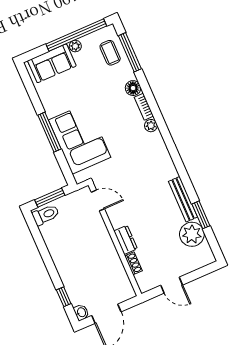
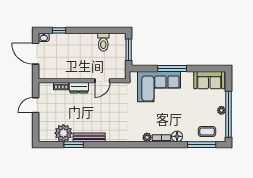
sofa: (52, 63) -> (209, 80), moved, turned -90
door: (98, 200) -> (102, 81), moved
toilet: (46, 215) -> (103, 42), moved

